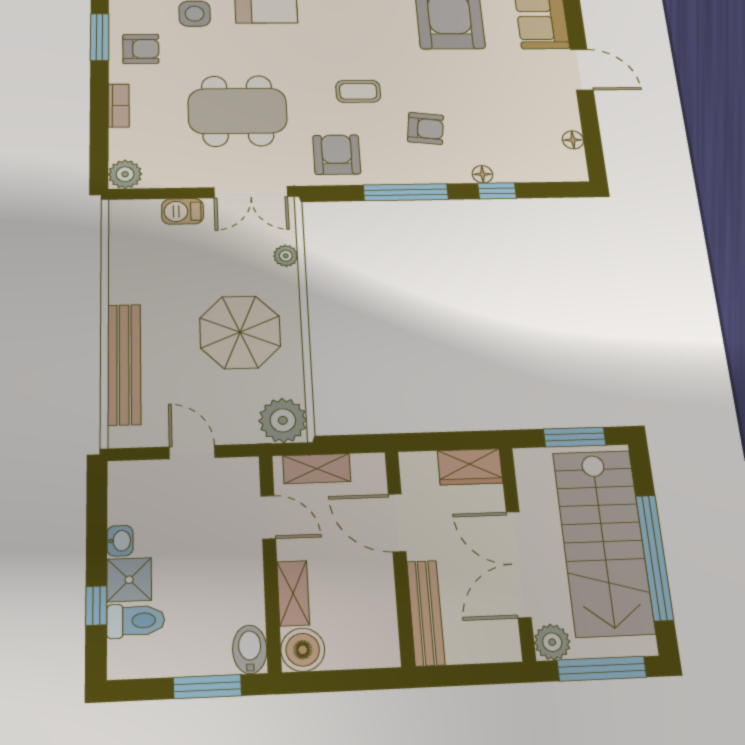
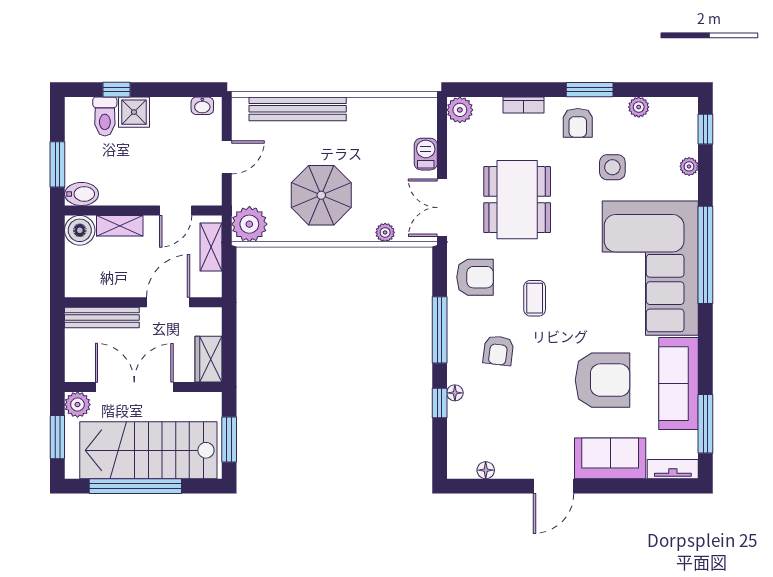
washbasin: (120, 541) -> (202, 106), moved
window: (602, 669) -> (57, 437), width x0.69

